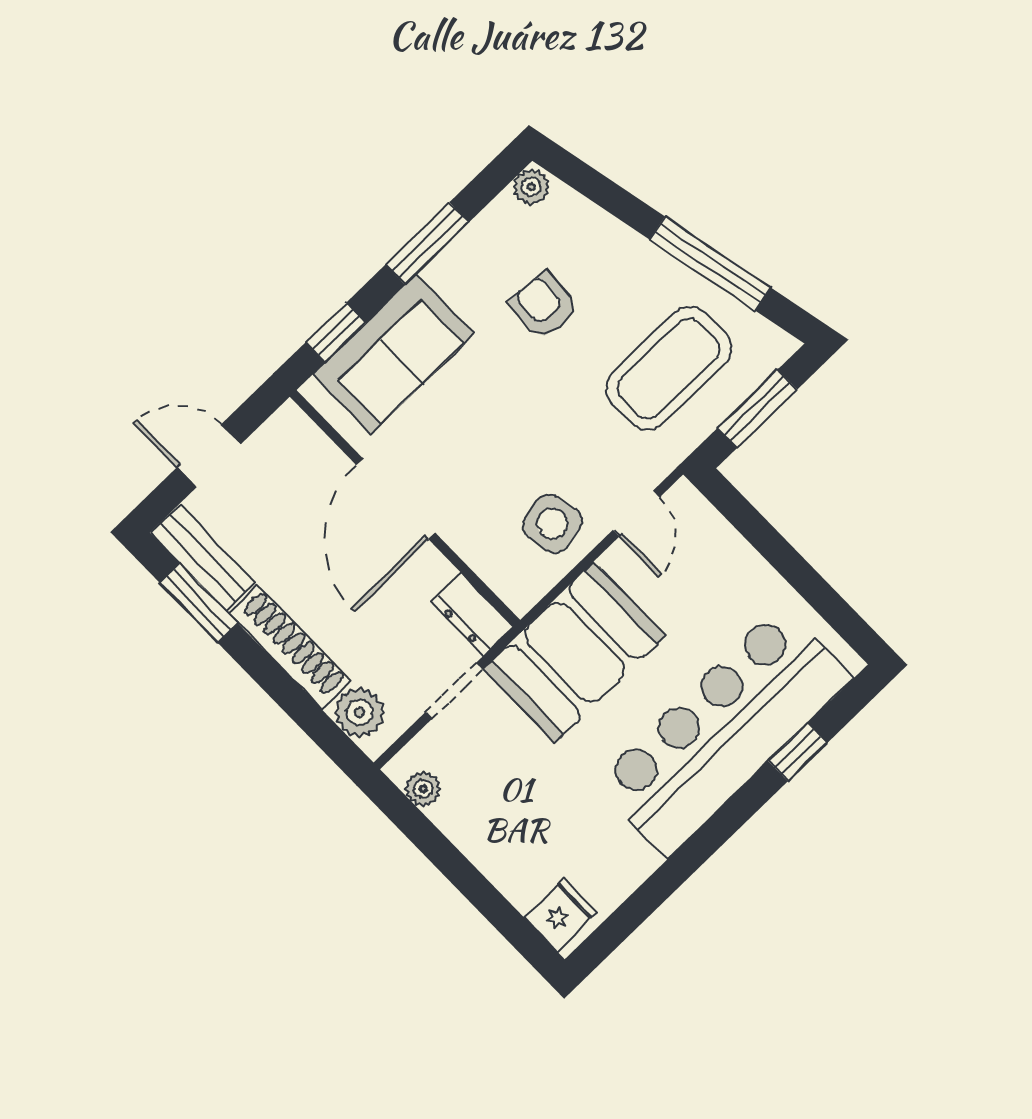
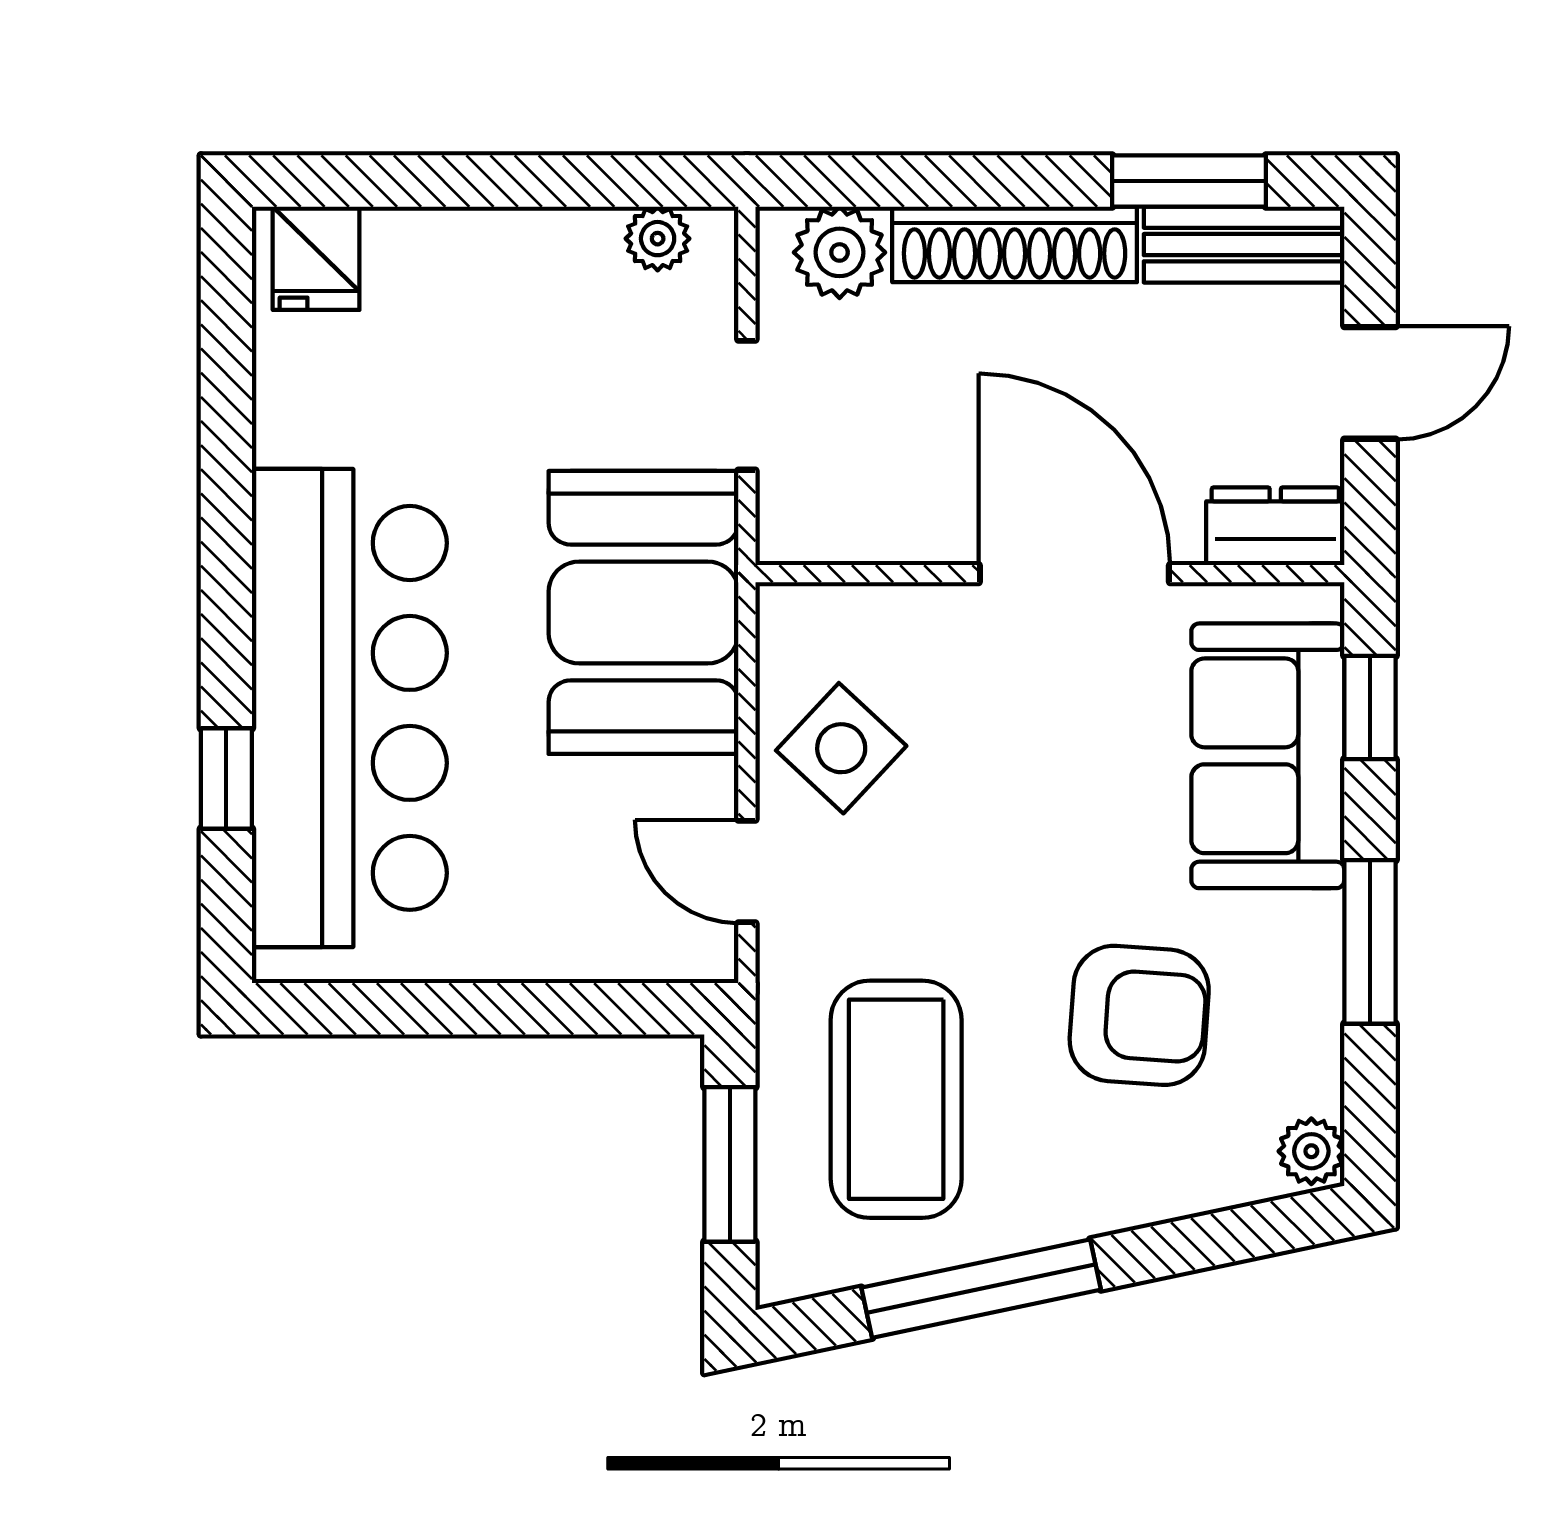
armchair: (544, 306) -> (1139, 1015), width x1.38, depth x1.38
side table: (552, 523) -> (841, 748), turned -35
dresser: (472, 614) -> (1275, 526), moved

